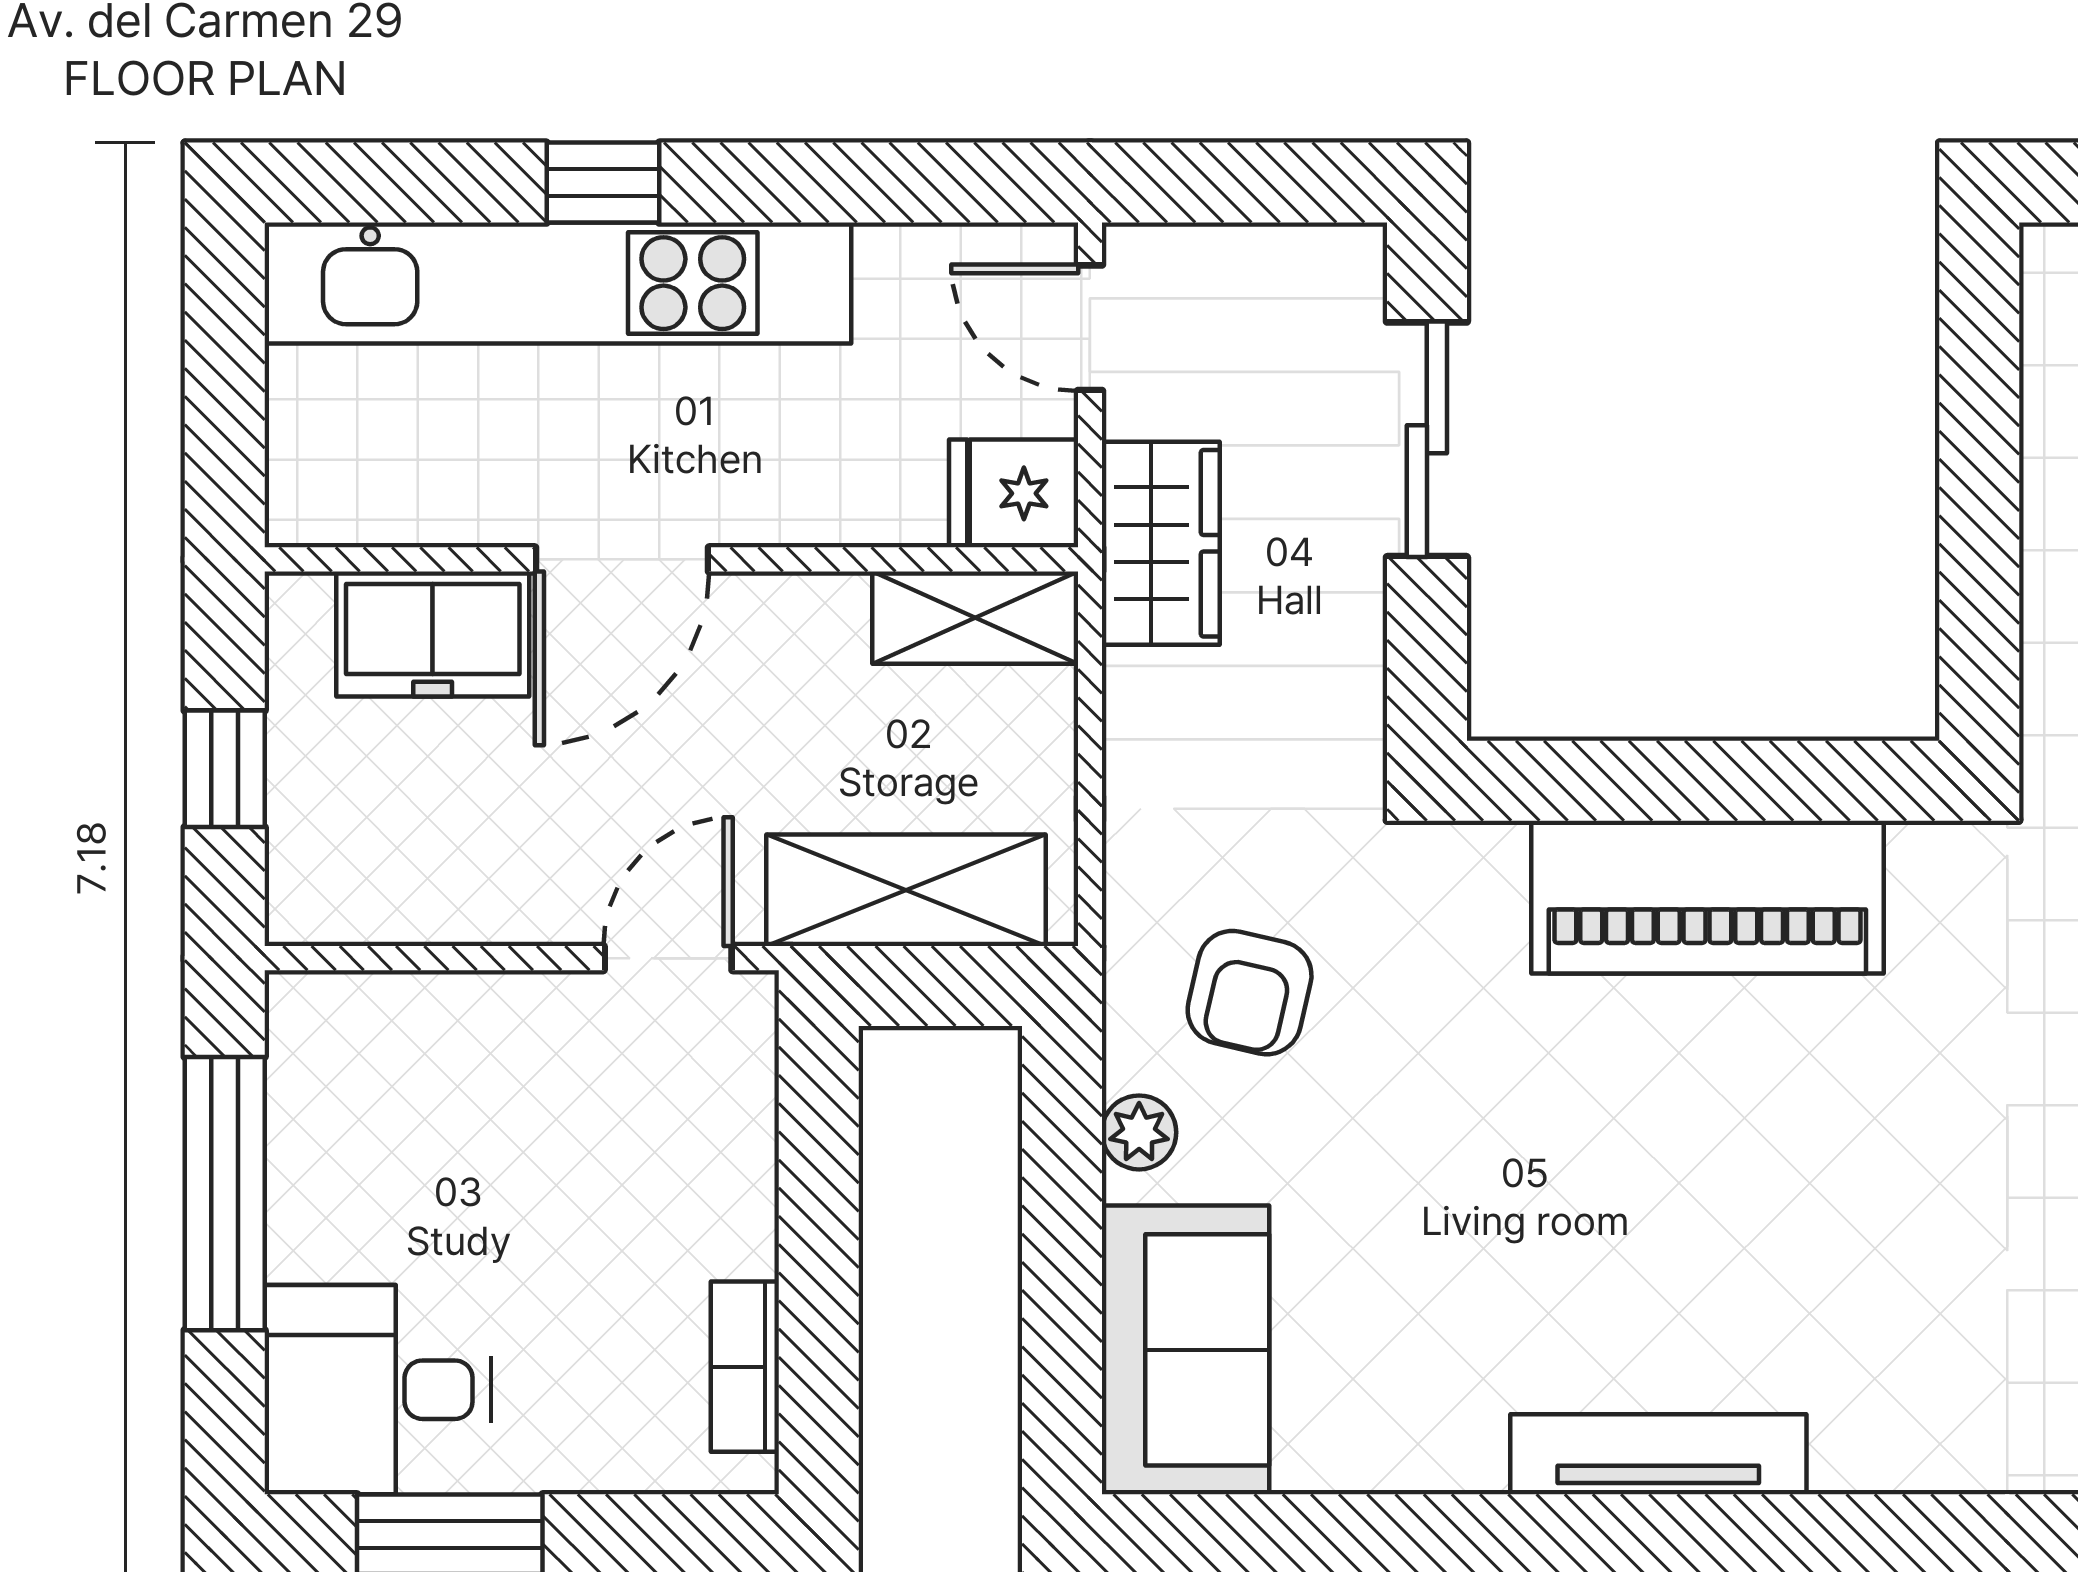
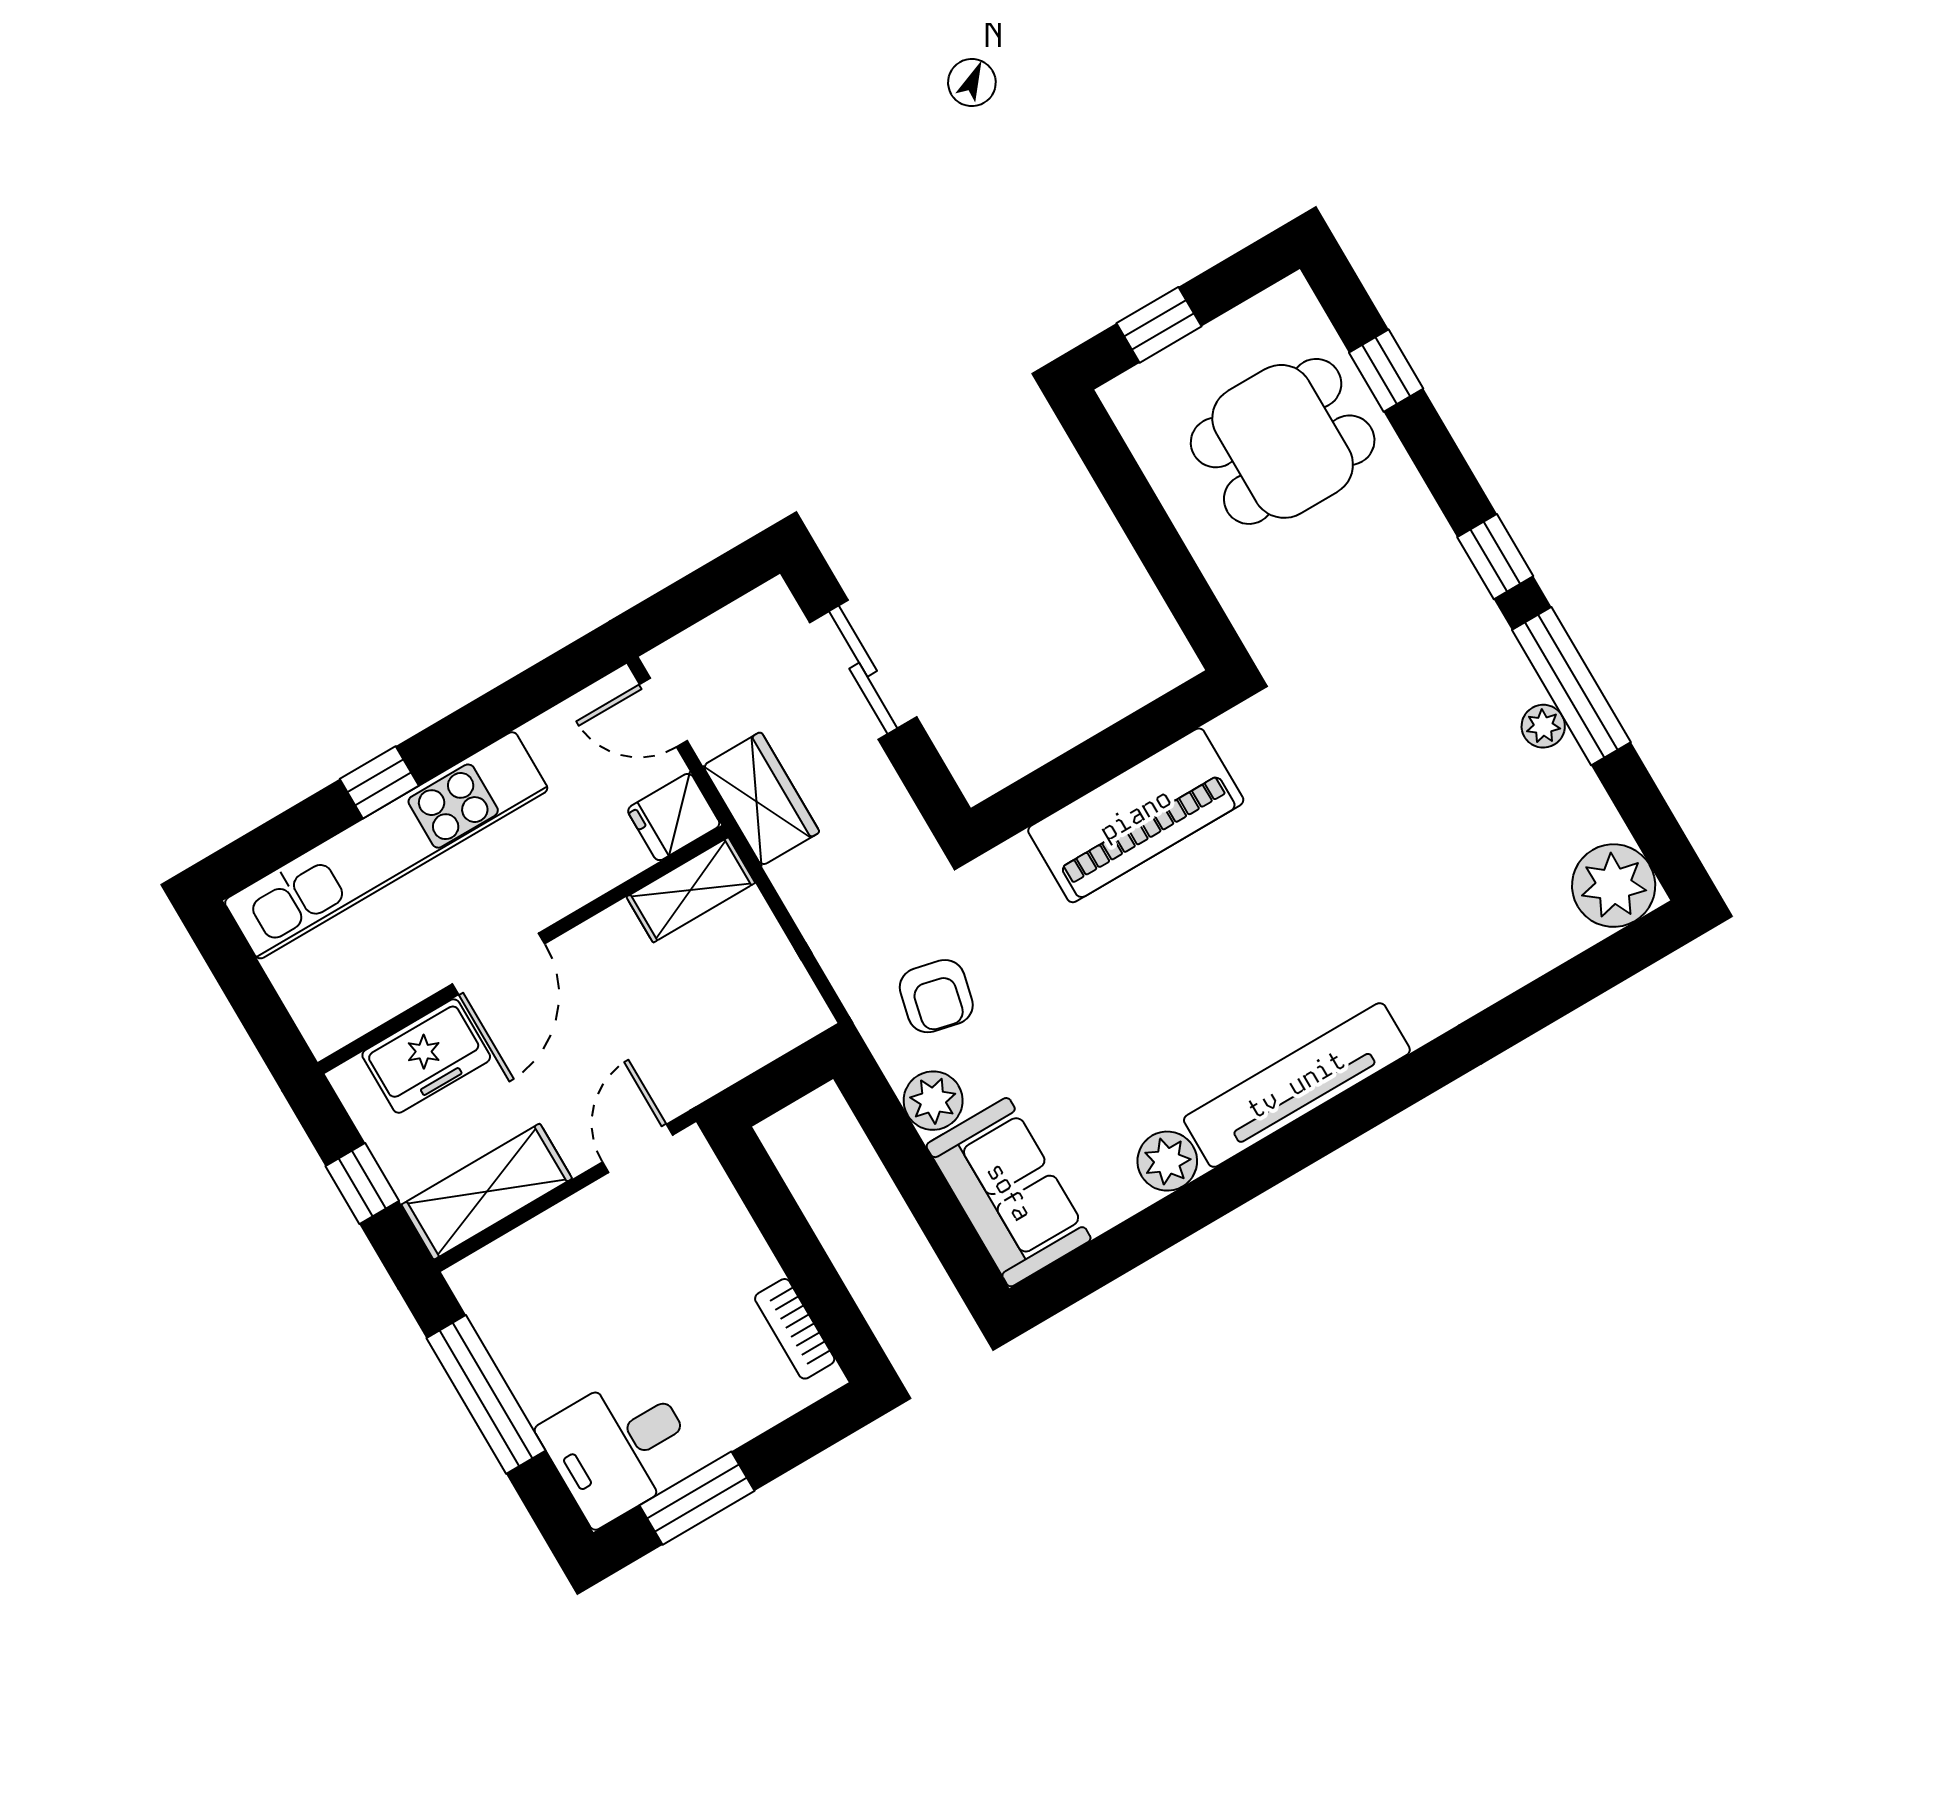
shelving: (906, 890) -> (487, 1192), moved
plant: (1139, 1132) -> (933, 1101), width x1.38, depth x1.38
plant: (1451, 1443) -> (1167, 1161), added
tv unit: (1658, 1454) -> (1297, 1085), width x1.36, depth x1.29

